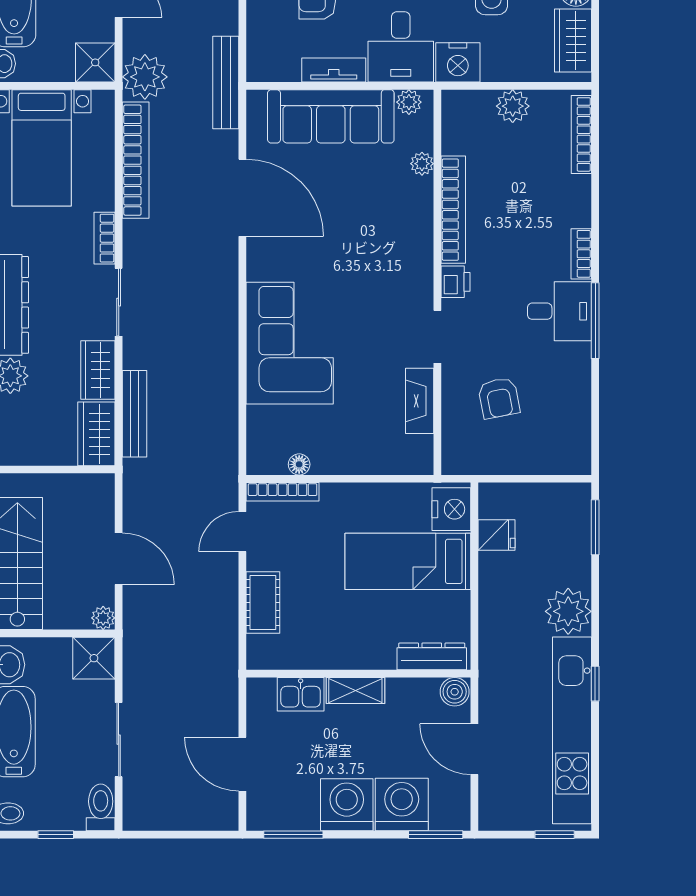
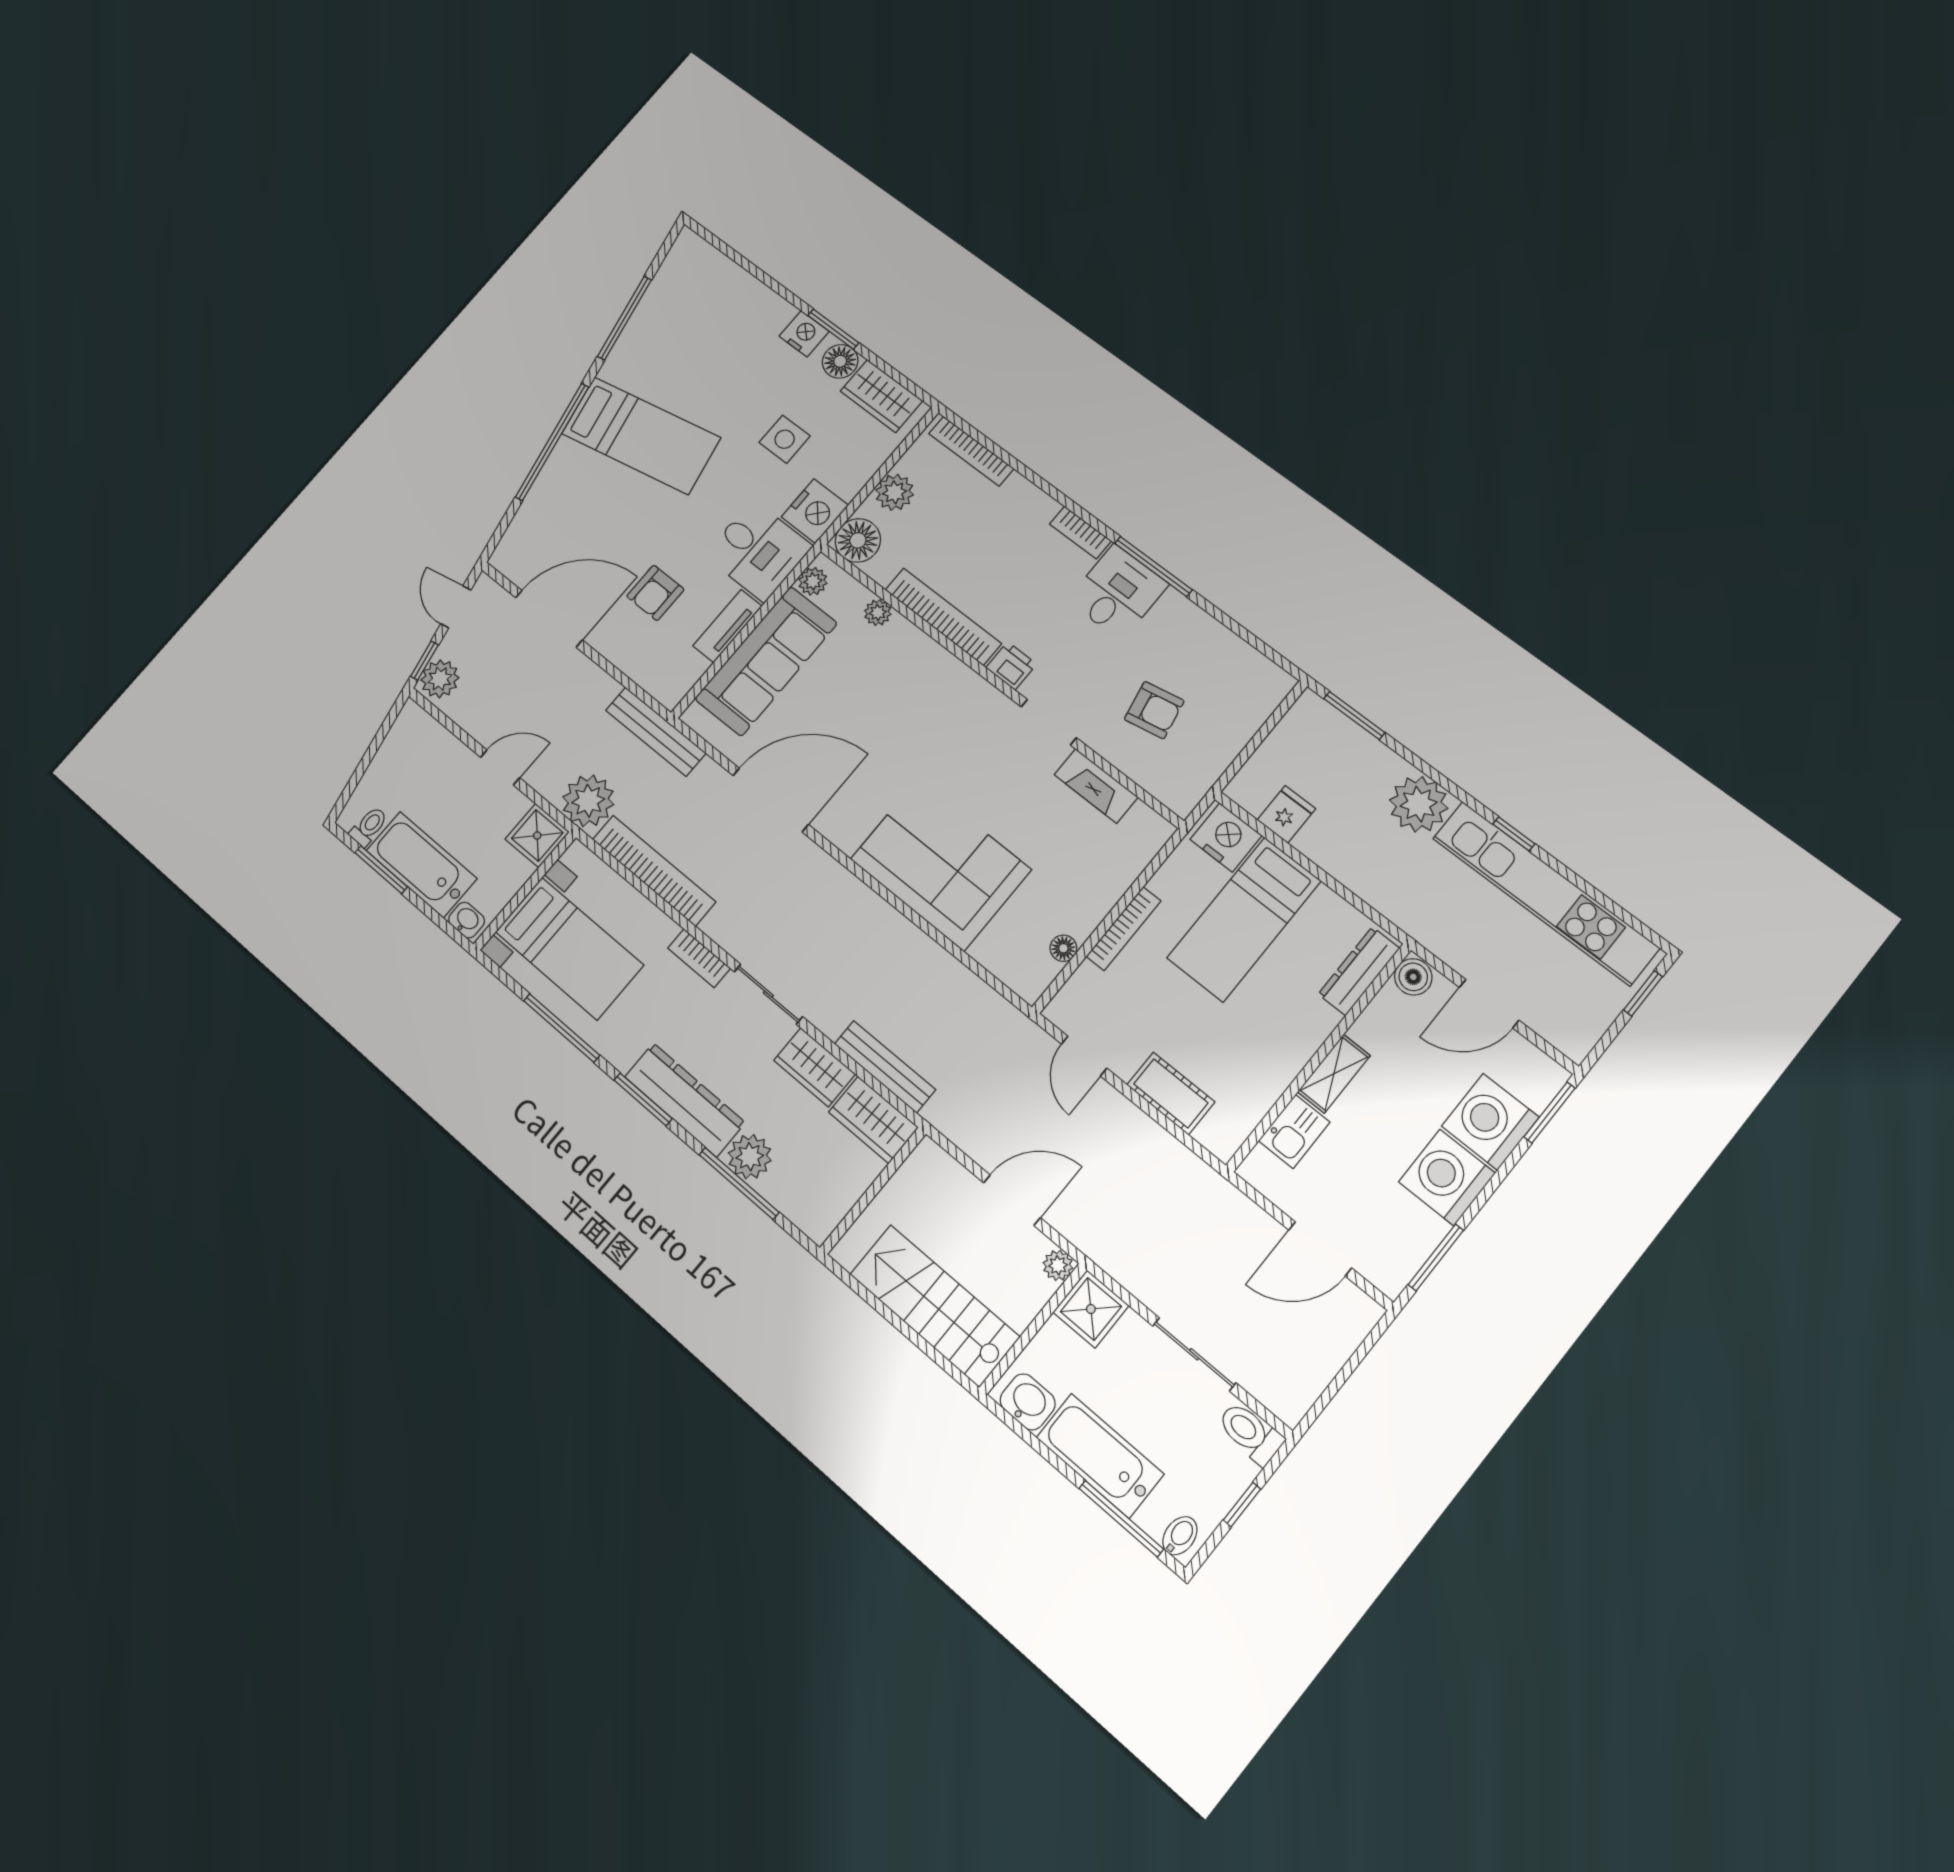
floor lamp: (460, 109) -> (858, 540), added
bookcase: (283, 492) -> (1124, 929), moved

